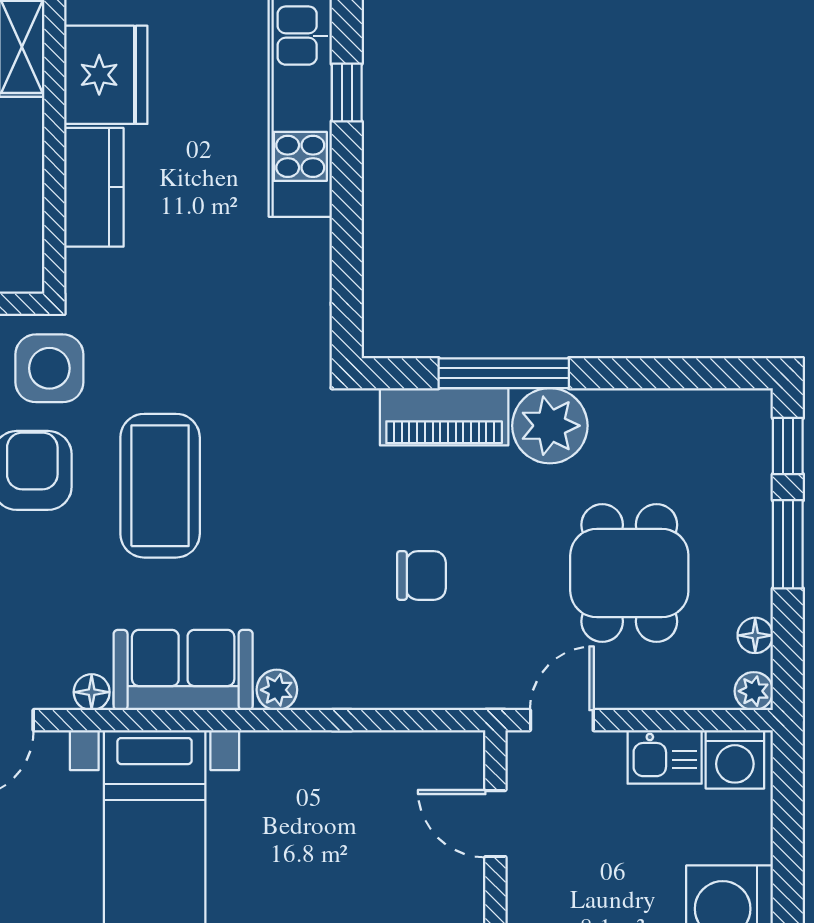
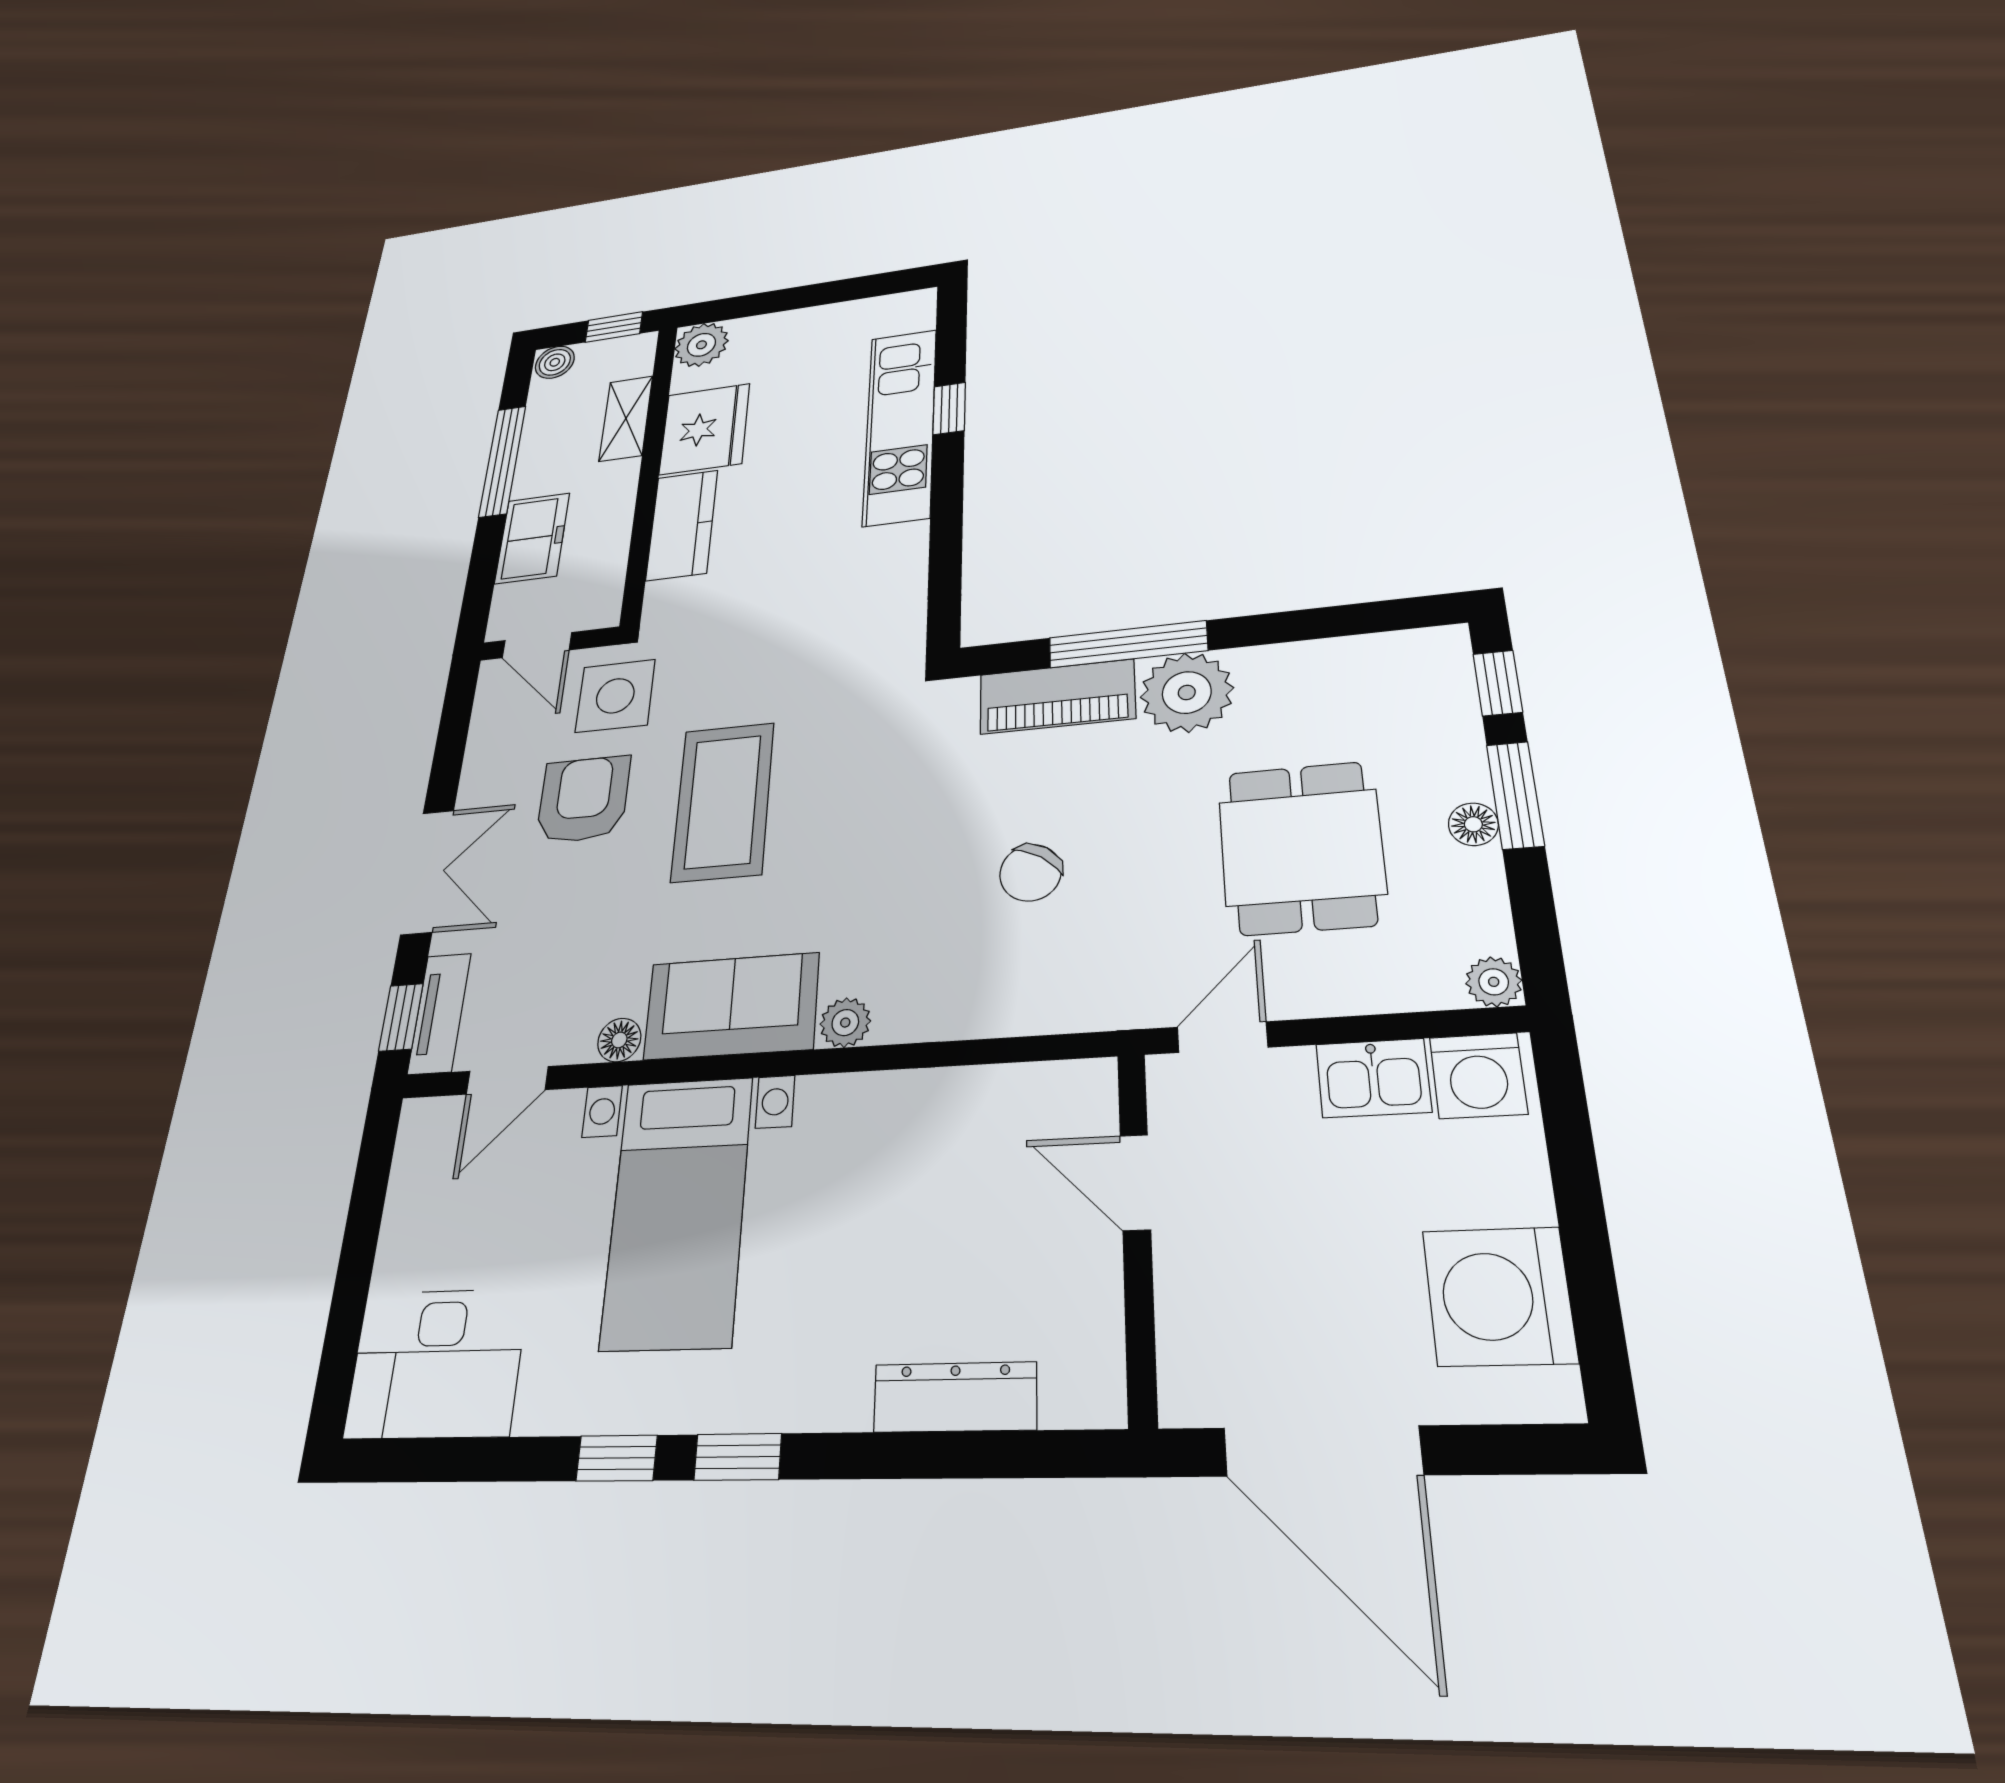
chair: (421, 575) -> (1031, 873), turned 123
floor lamp: (755, 635) -> (1473, 824), moved

